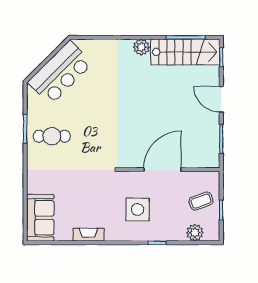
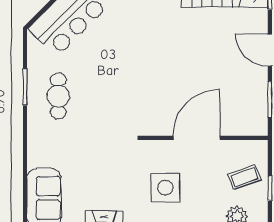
cafe table: (52, 136) -> (58, 96), turned 90

